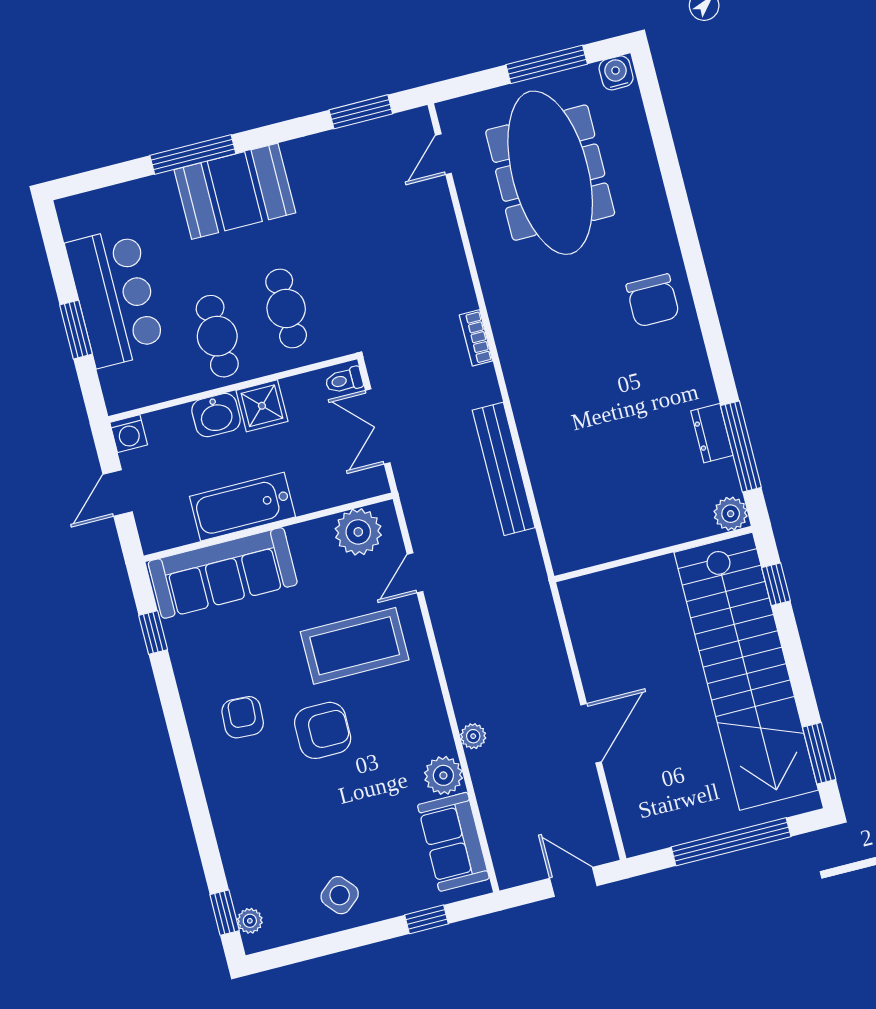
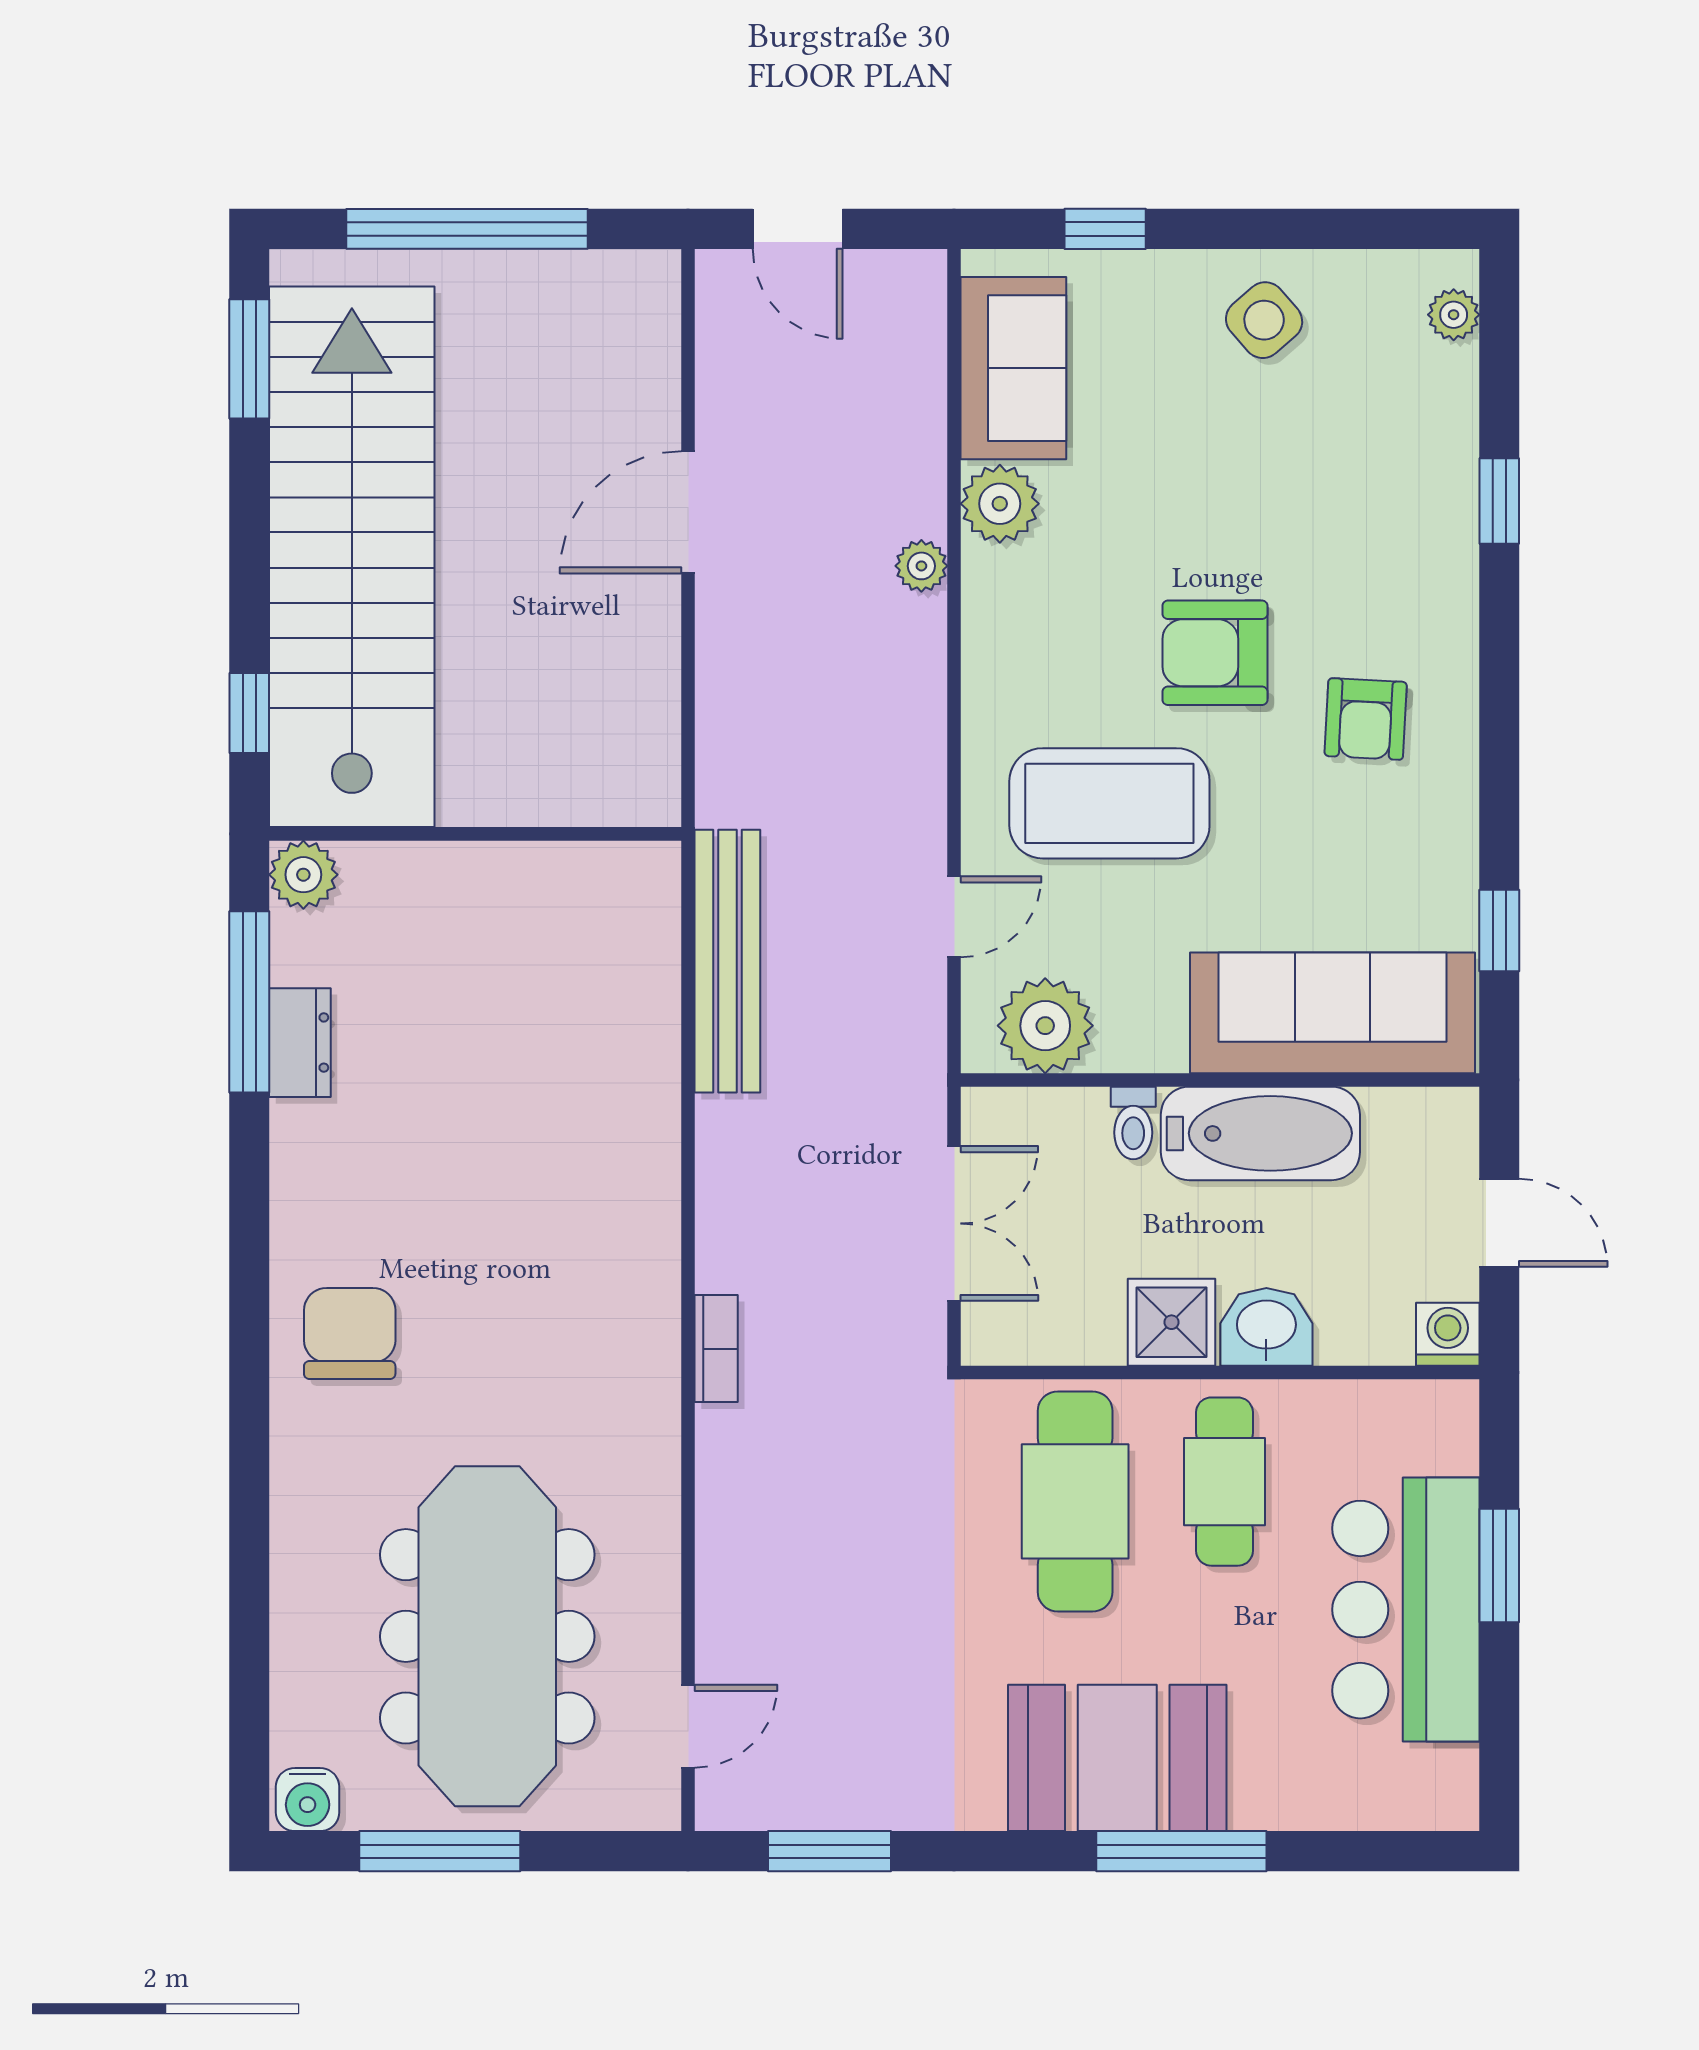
cafe table: (286, 309) -> (1075, 1501), width x1.37, depth x1.35
toilet: (344, 380) -> (1133, 1123), moved, turned 90
bench: (504, 469) -> (727, 961), moved
door: (118, 493) -> (1499, 1223), hinge flipped
window: (225, 913) -> (1499, 501), moved

